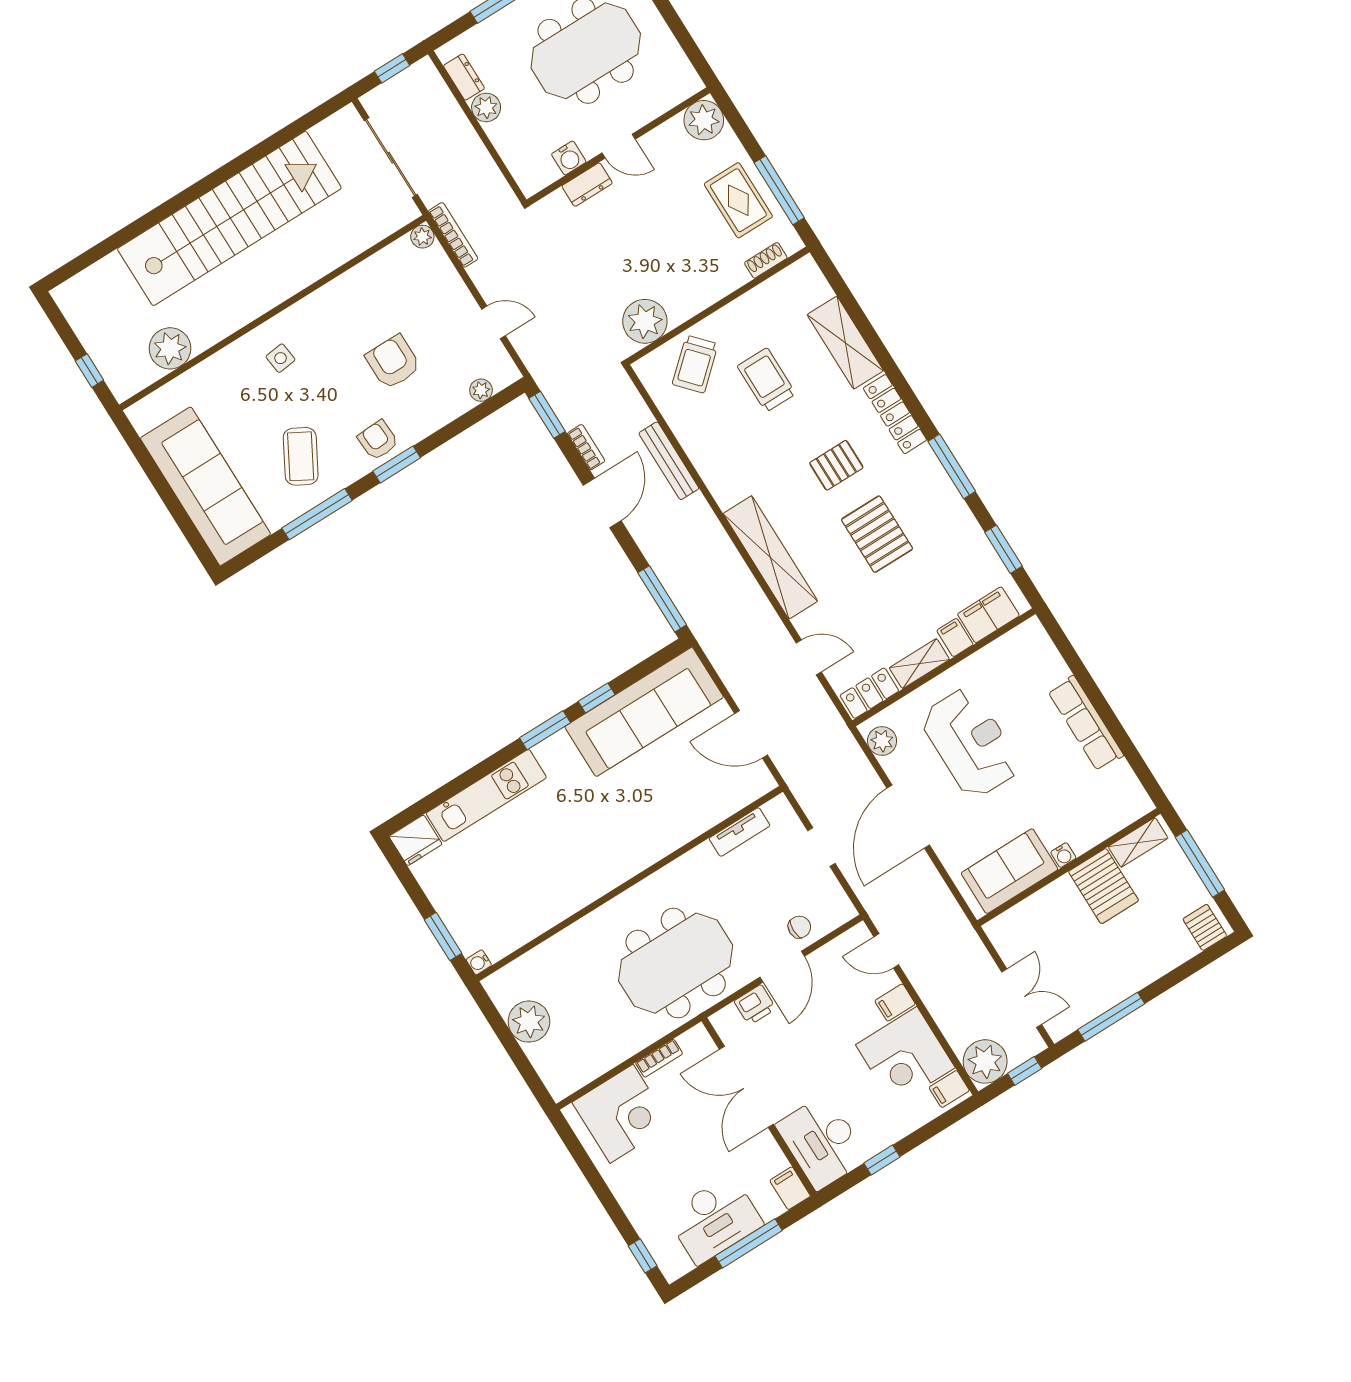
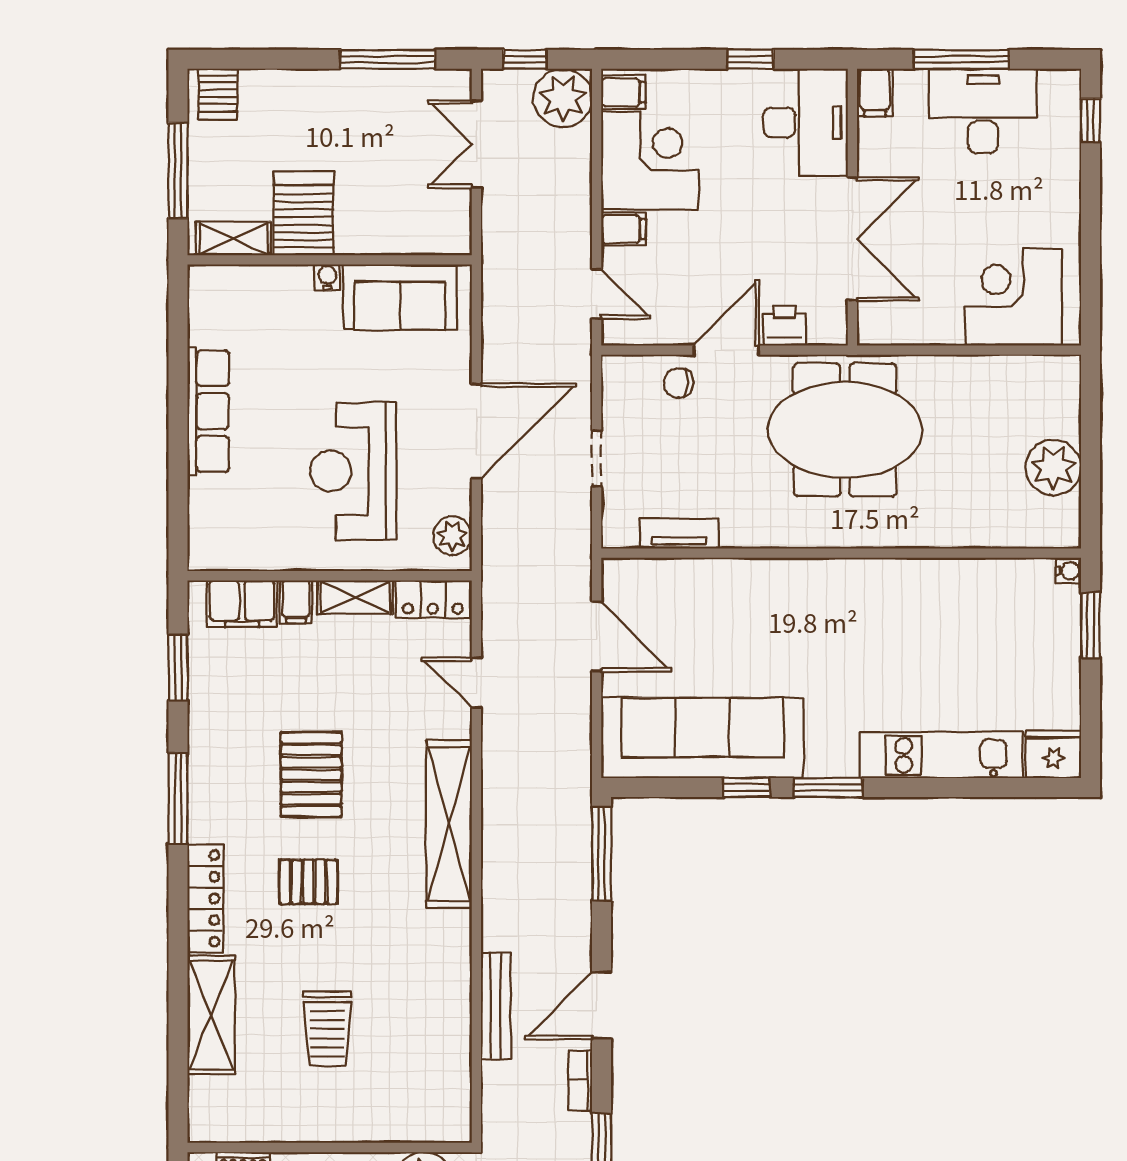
trolley: (695, 364) -> (397, 1097), removed
bookcase: (659, 1058) -> (931, 333), removed

